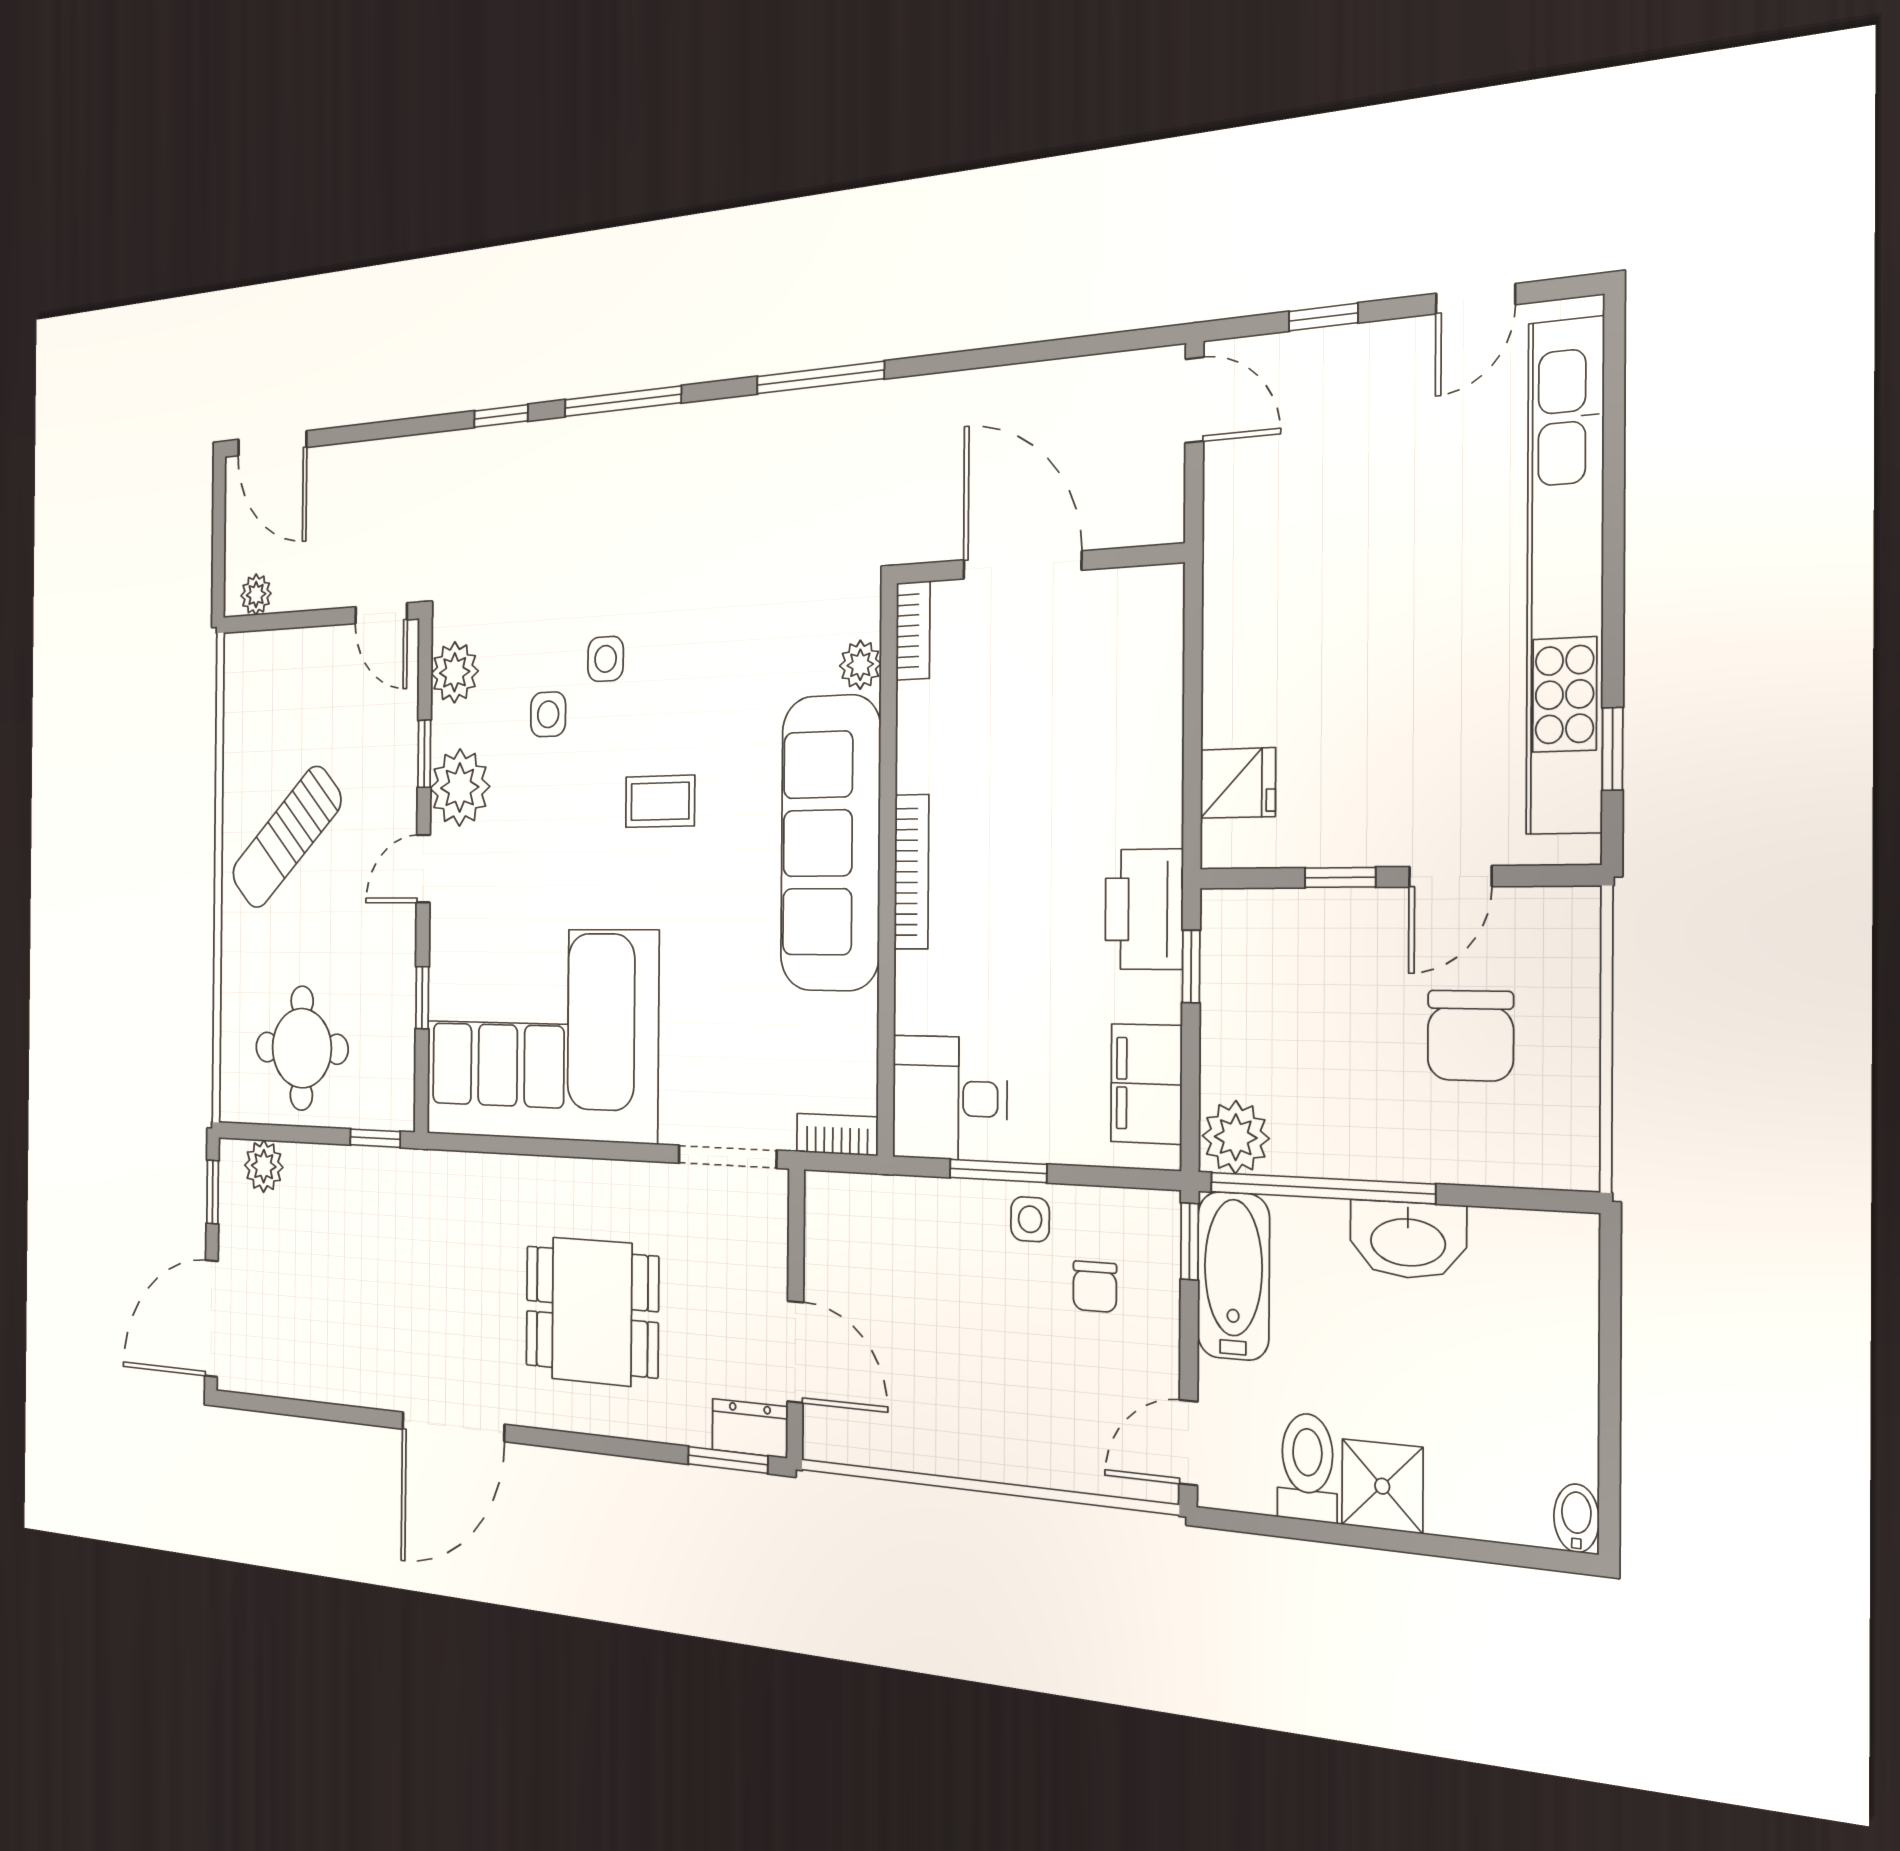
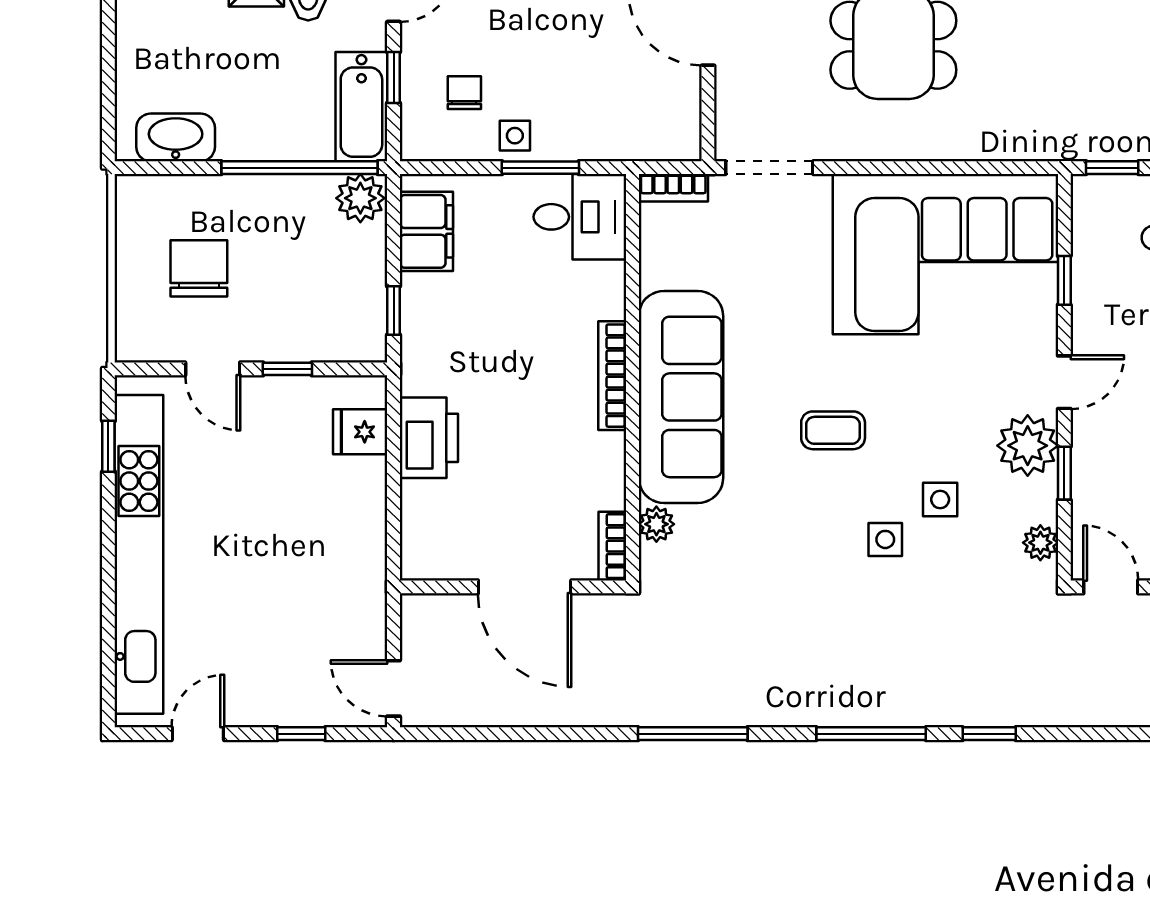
plant: (455, 672) -> (1040, 543), width x0.73, depth x0.73
door: (1450, 876) -> (213, 369), swing flipped
printer: (1144, 909) -> (429, 438), moved
washbasin: (1408, 1240) -> (176, 137), moved
window: (1190, 1241) -> (394, 77), moved

